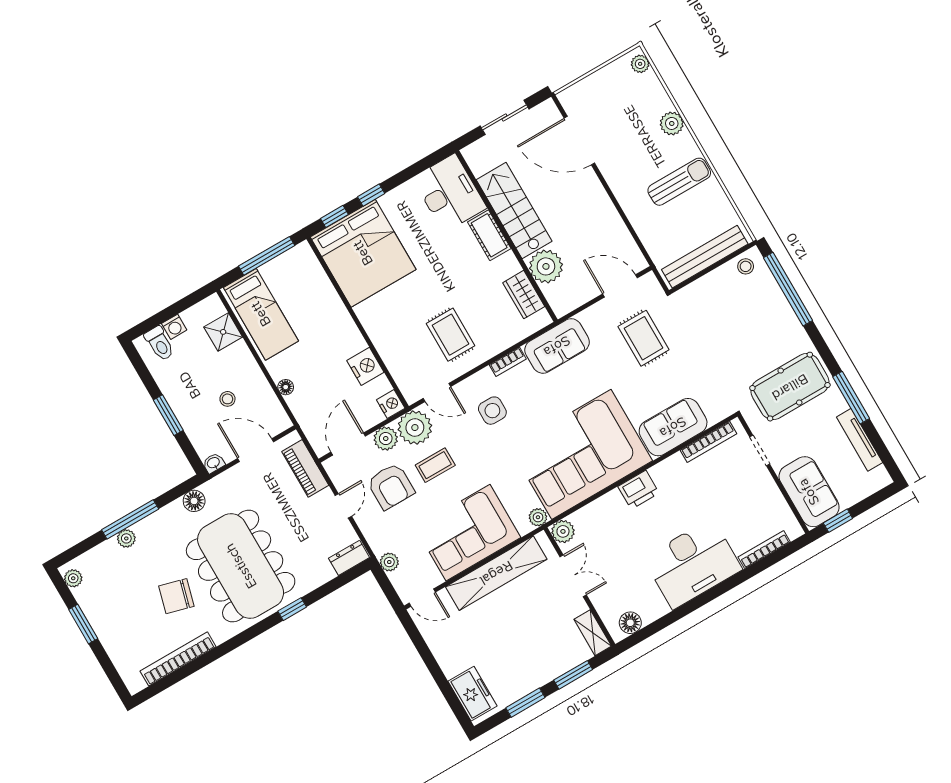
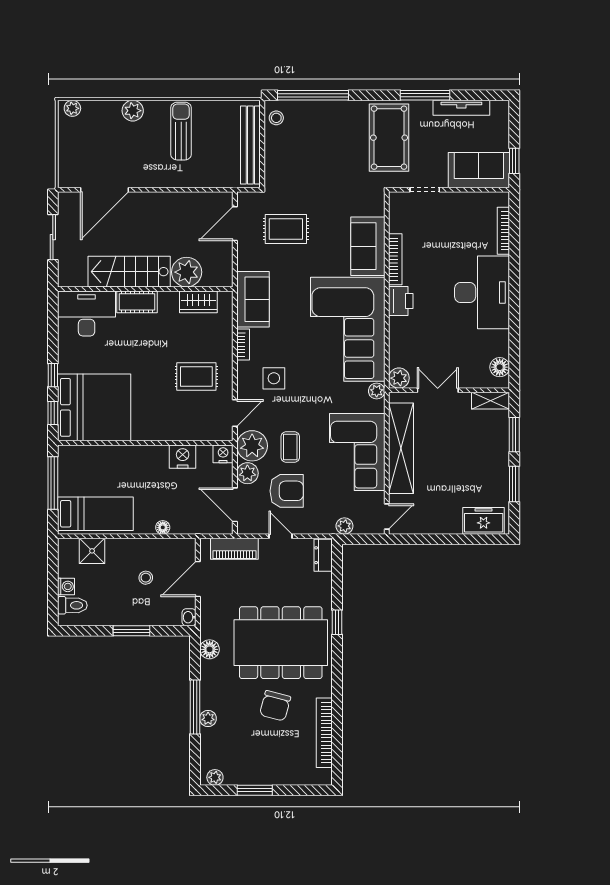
bookcase: (708, 442) -> (395, 259), moved

